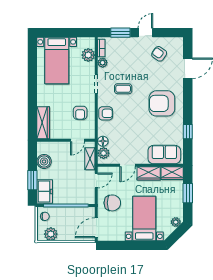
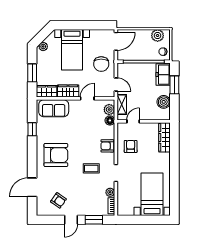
plant: (88, 55) -> (123, 199), removed
door: (96, 181) -> (116, 85), swing flipped
chair: (112, 203) -> (101, 64), turned -90

